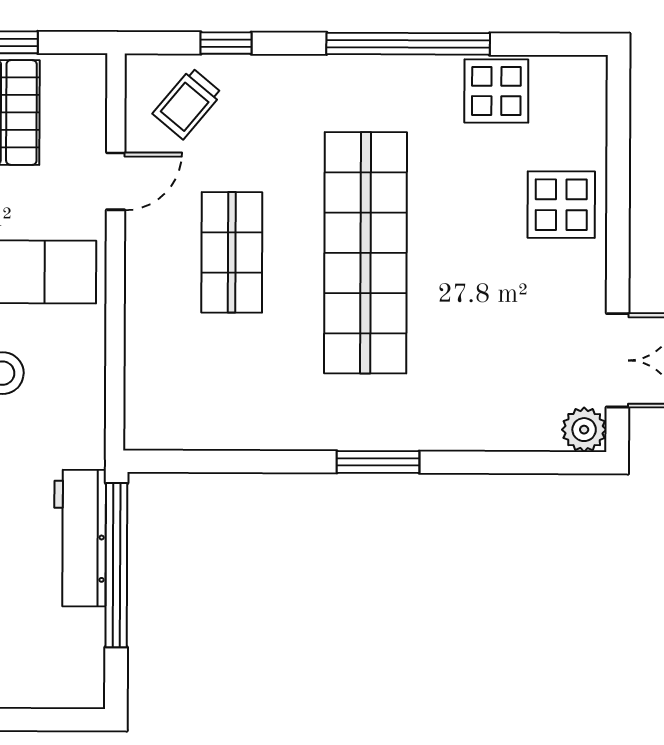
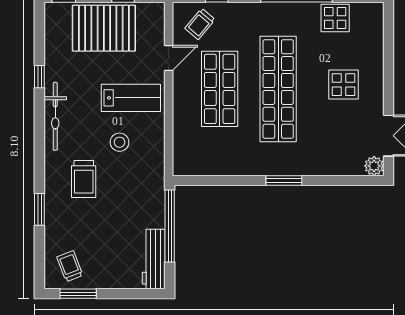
display table: (561, 205) -> (343, 85), moved
shop shelf: (232, 252) -> (220, 89), width x1.43, depth x1.36
workbench: (80, 538) -> (154, 259), moved

